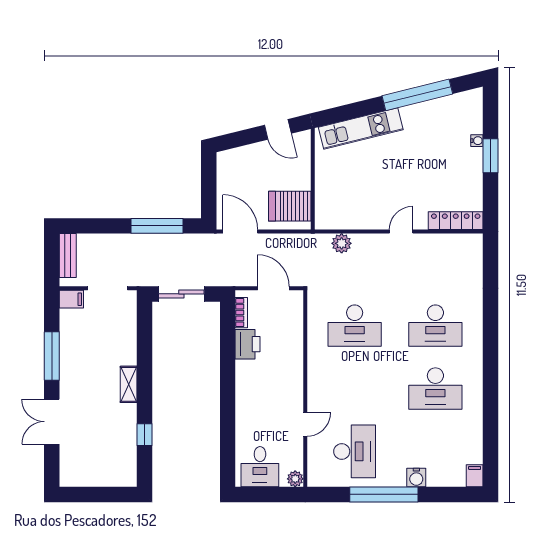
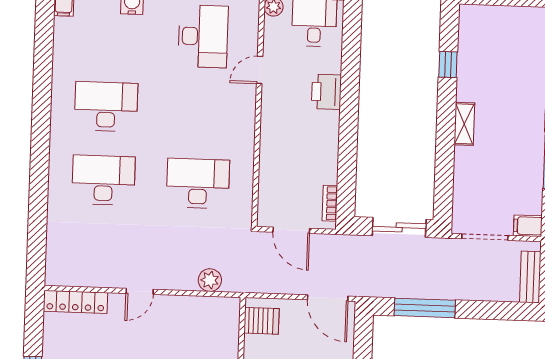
server rack: (290, 206) -> (261, 321), width x0.73, depth x0.70
printer: (247, 344) -> (326, 92), moved
desk: (355, 451) -> (203, 36), turned 180

